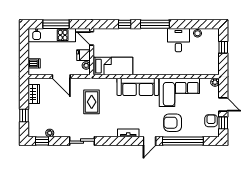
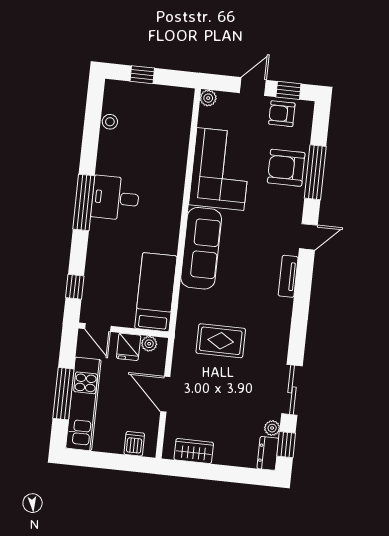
window: (125, 24) -> (75, 287), moved
door: (92, 38) -> (98, 327), hinge flipped
desk: (178, 40) -> (115, 198), moved
door: (61, 76) -> (165, 394), swing flipped
window: (24, 115) -> (233, 474), removed
armchair: (173, 123) -> (286, 168), moved, turned 90
dresser: (37, 132) -> (268, 453), added
sliding door: (82, 141) -> (292, 390), moved
door: (150, 141) -> (308, 237), hinge flipped
window: (183, 141) -> (315, 172), width x0.68

